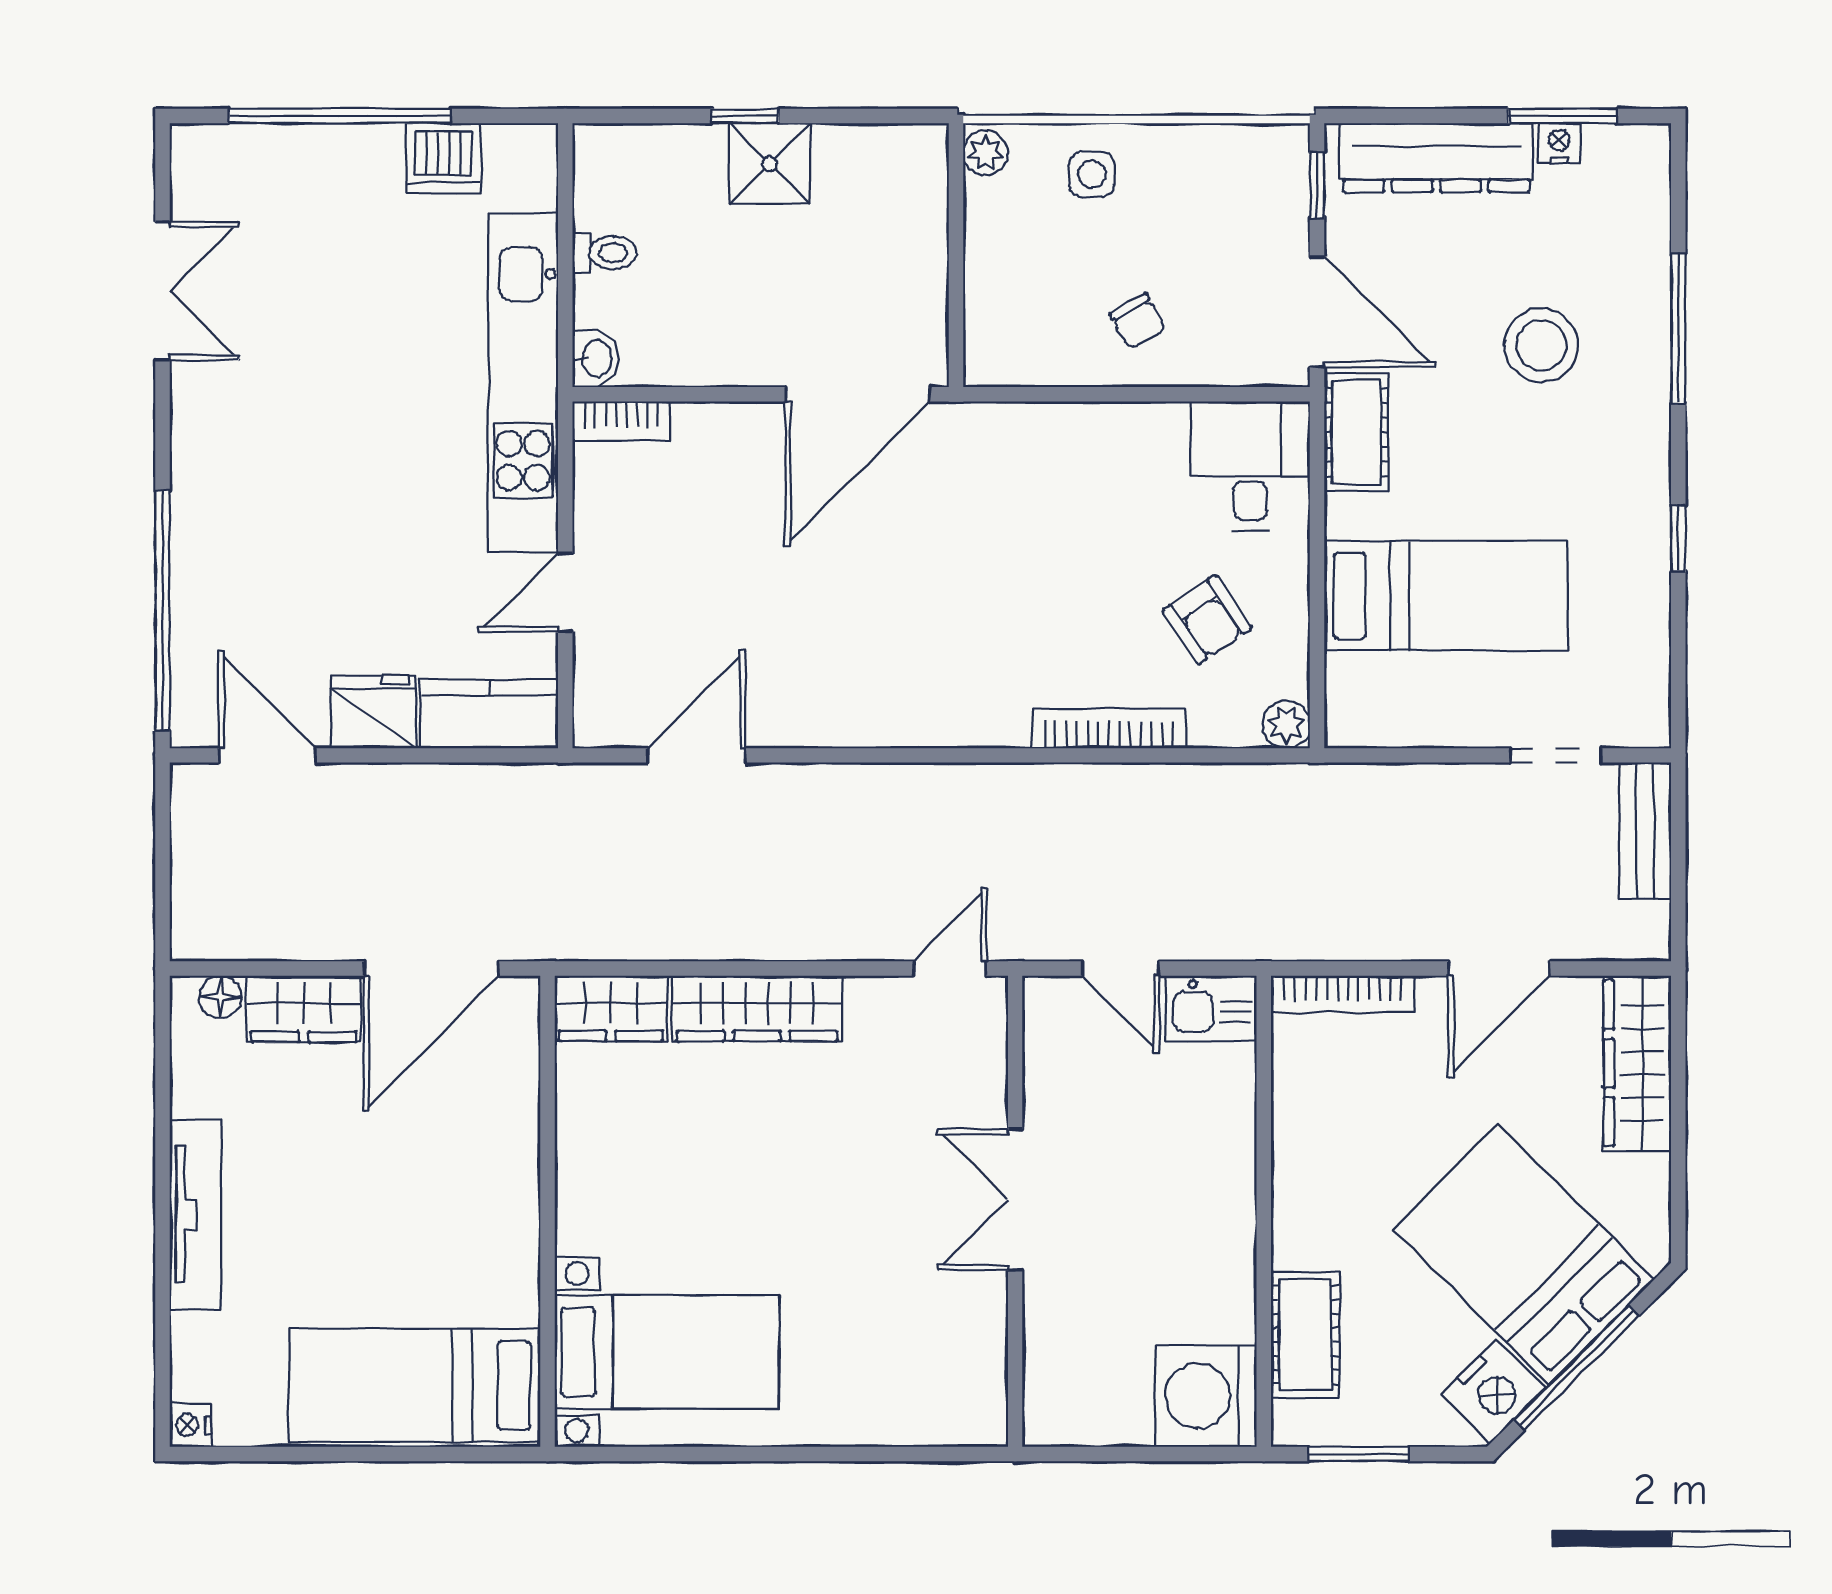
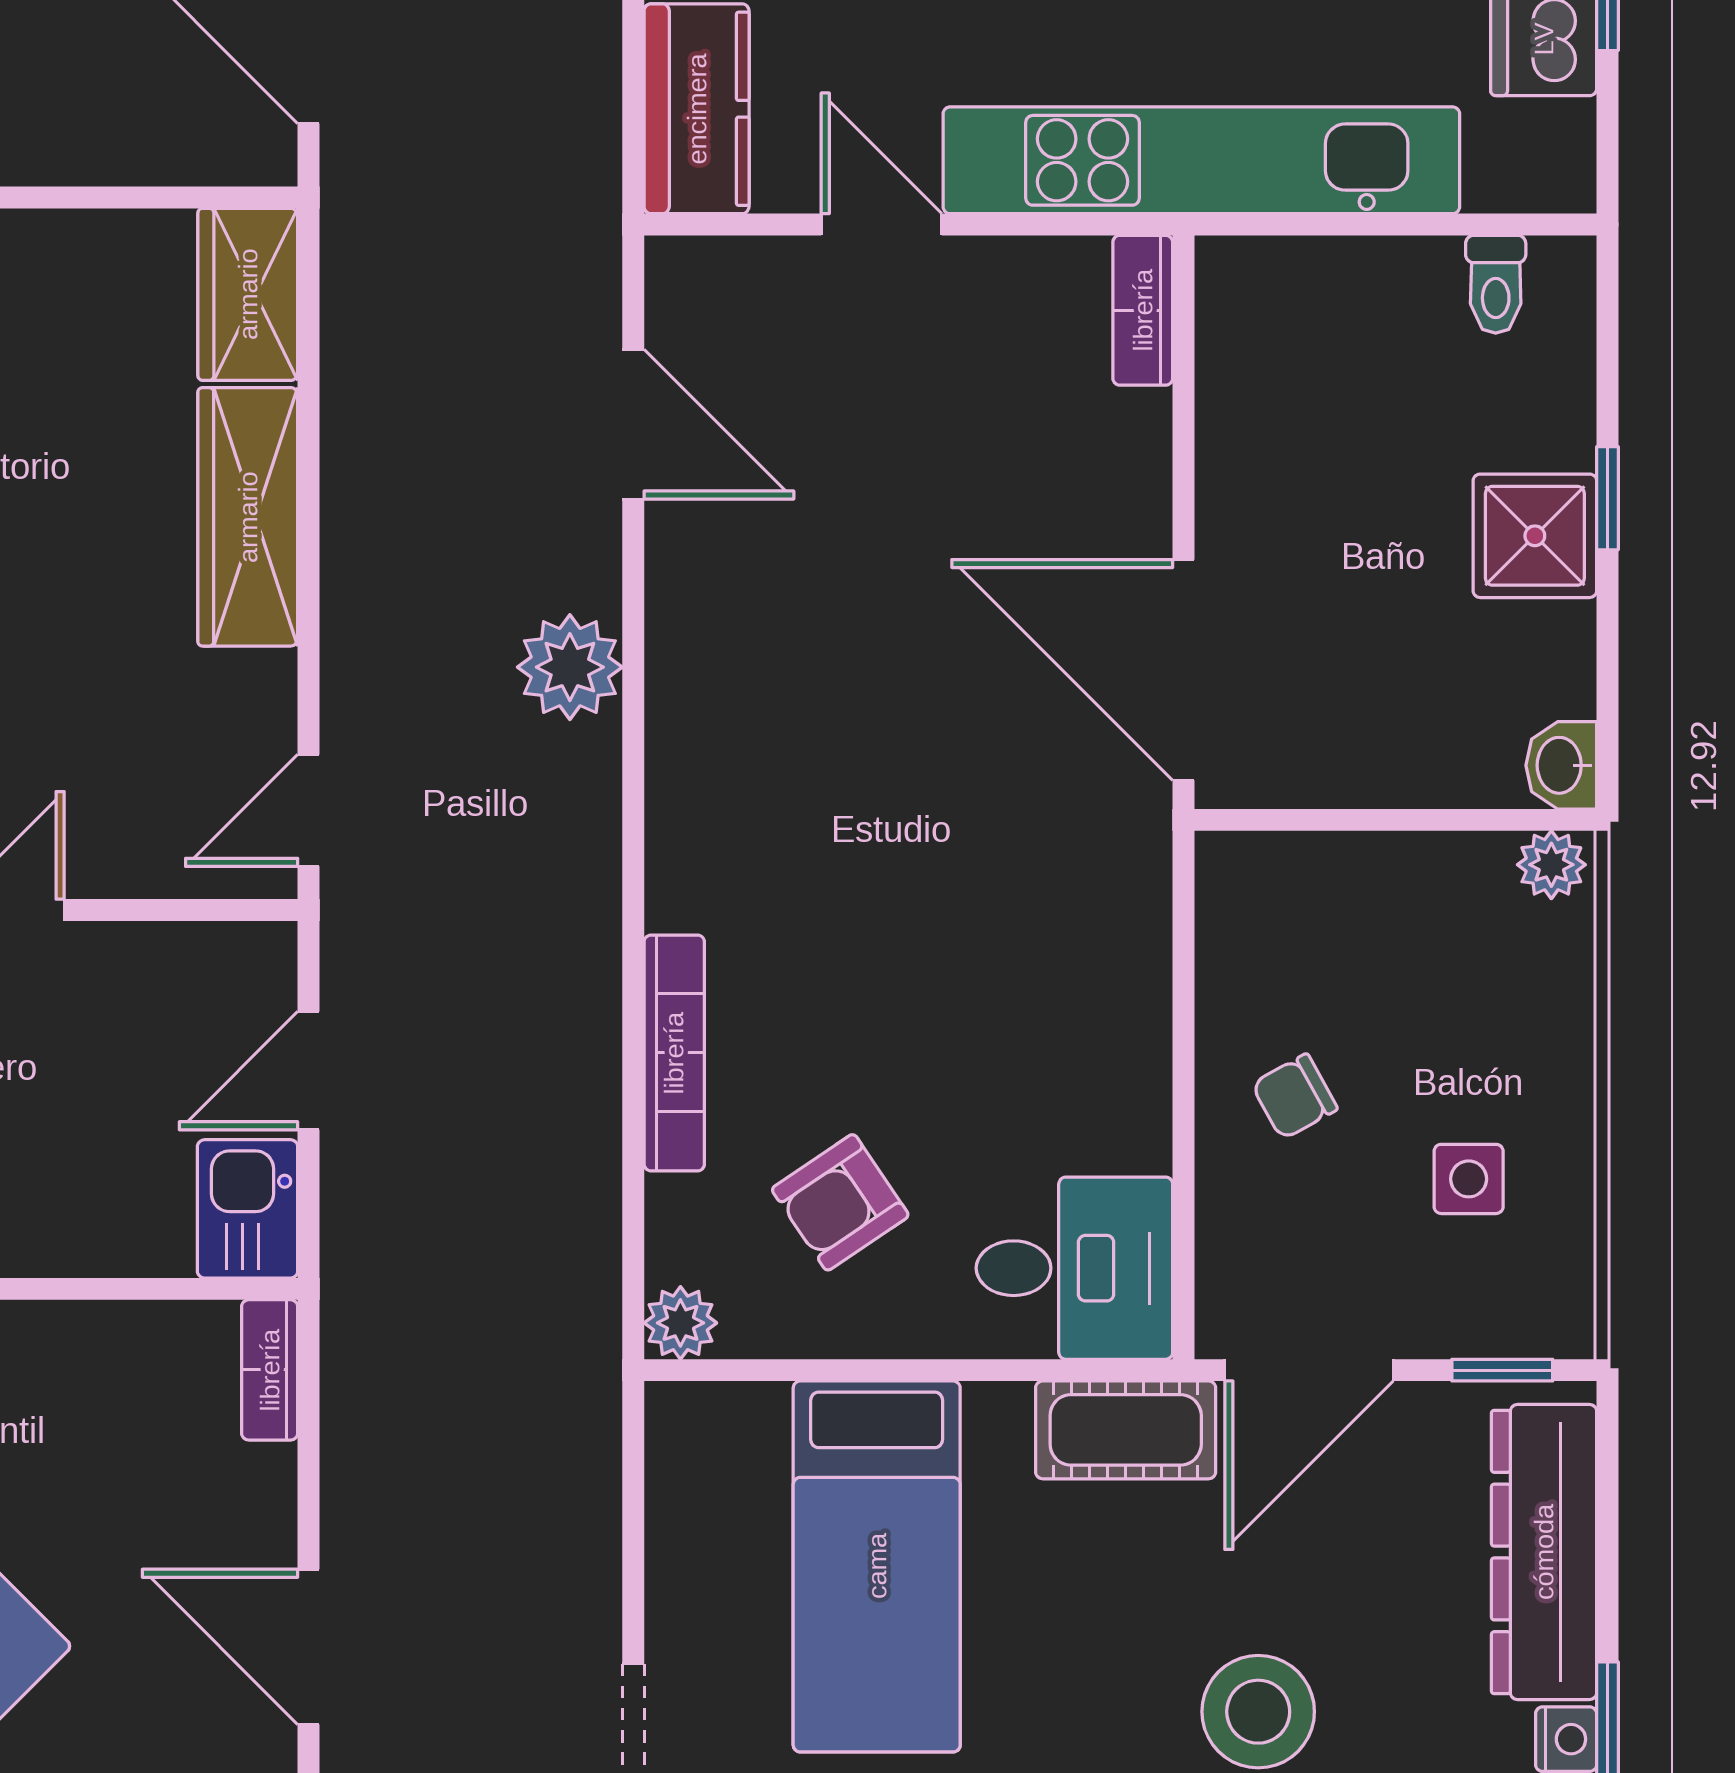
side table: (1092, 174) -> (1469, 1179), moved
toilet: (604, 253) -> (1496, 284), moved
washbasin: (596, 358) -> (1561, 765), moved, turned 90
plant: (856, 797) -> (570, 667), added
door: (950, 969) -> (309, 810), swing flipped
bookcase: (1343, 994) -> (270, 1370), width x0.64

